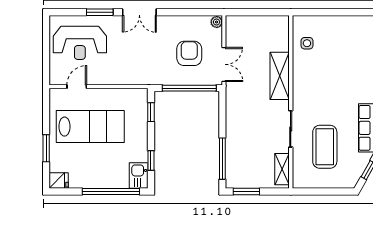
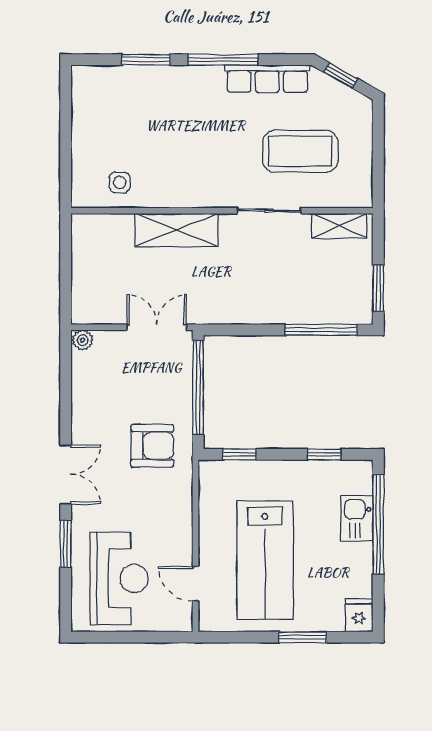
armchair: (189, 53) -> (152, 446), moved, turned 180
lab bench: (90, 127) -> (265, 560), turned 180
kitchen sink: (139, 176) -> (357, 518), moved, turned 90

